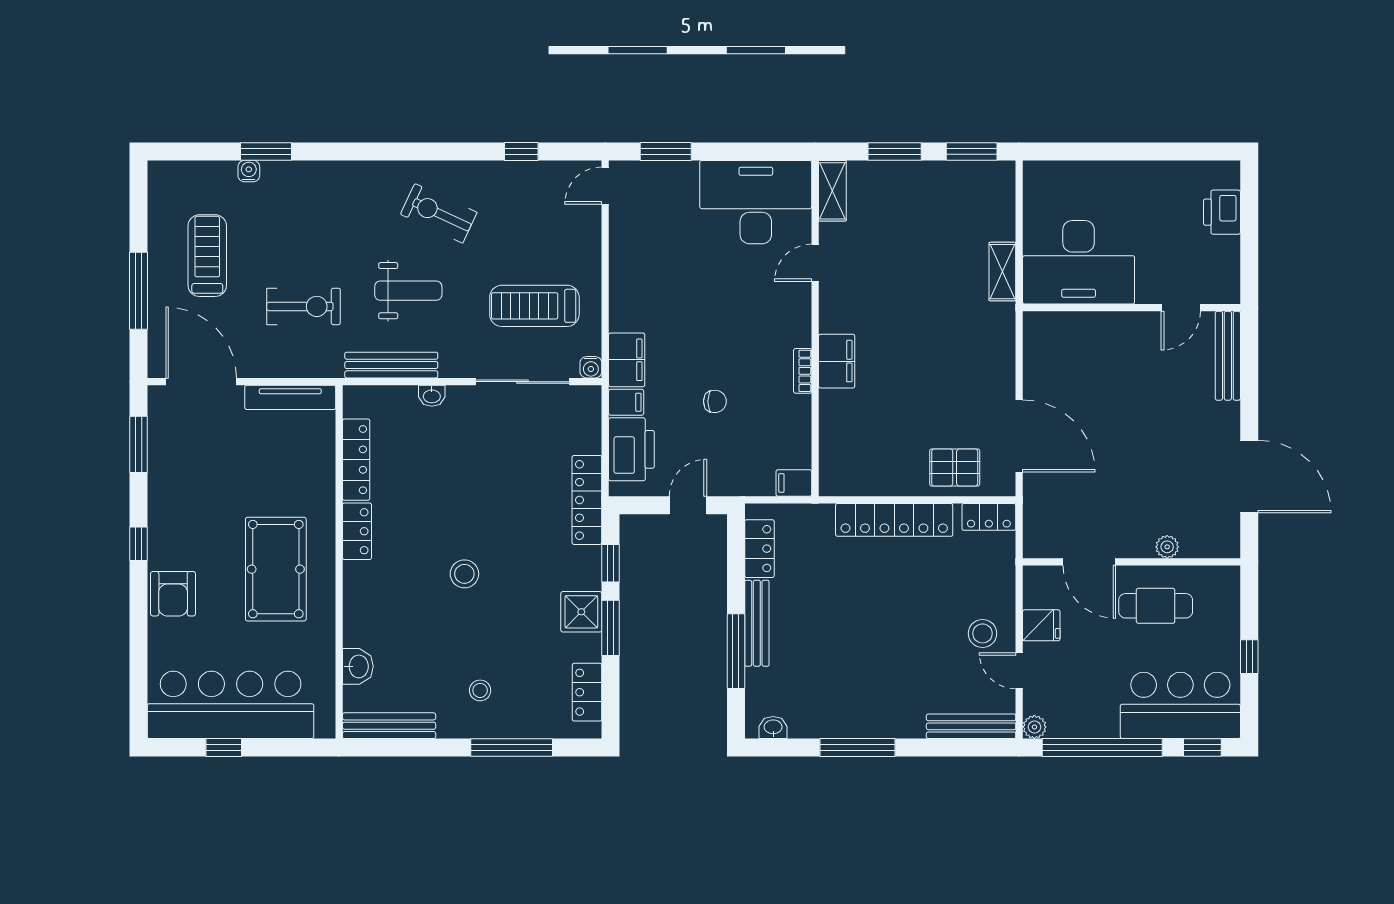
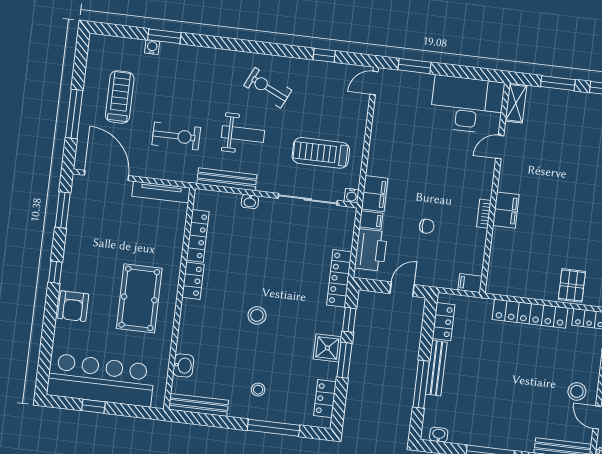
pallet: (955, 467) -> (572, 285), turned 90

